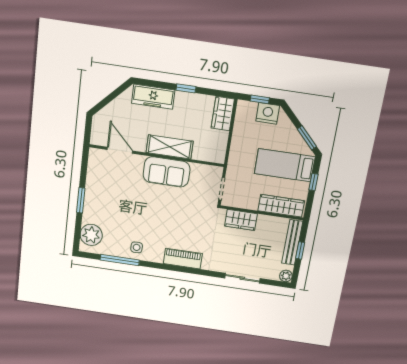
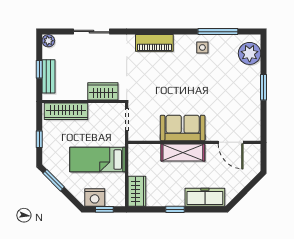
bed: (285, 165) -> (97, 160), moved, turned 180
bench: (292, 242) -> (49, 76), width x0.73

